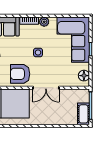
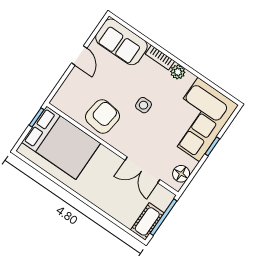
armchair: (20, 74) -> (103, 116), turned 97
double door: (46, 88) -> (142, 170), moved

